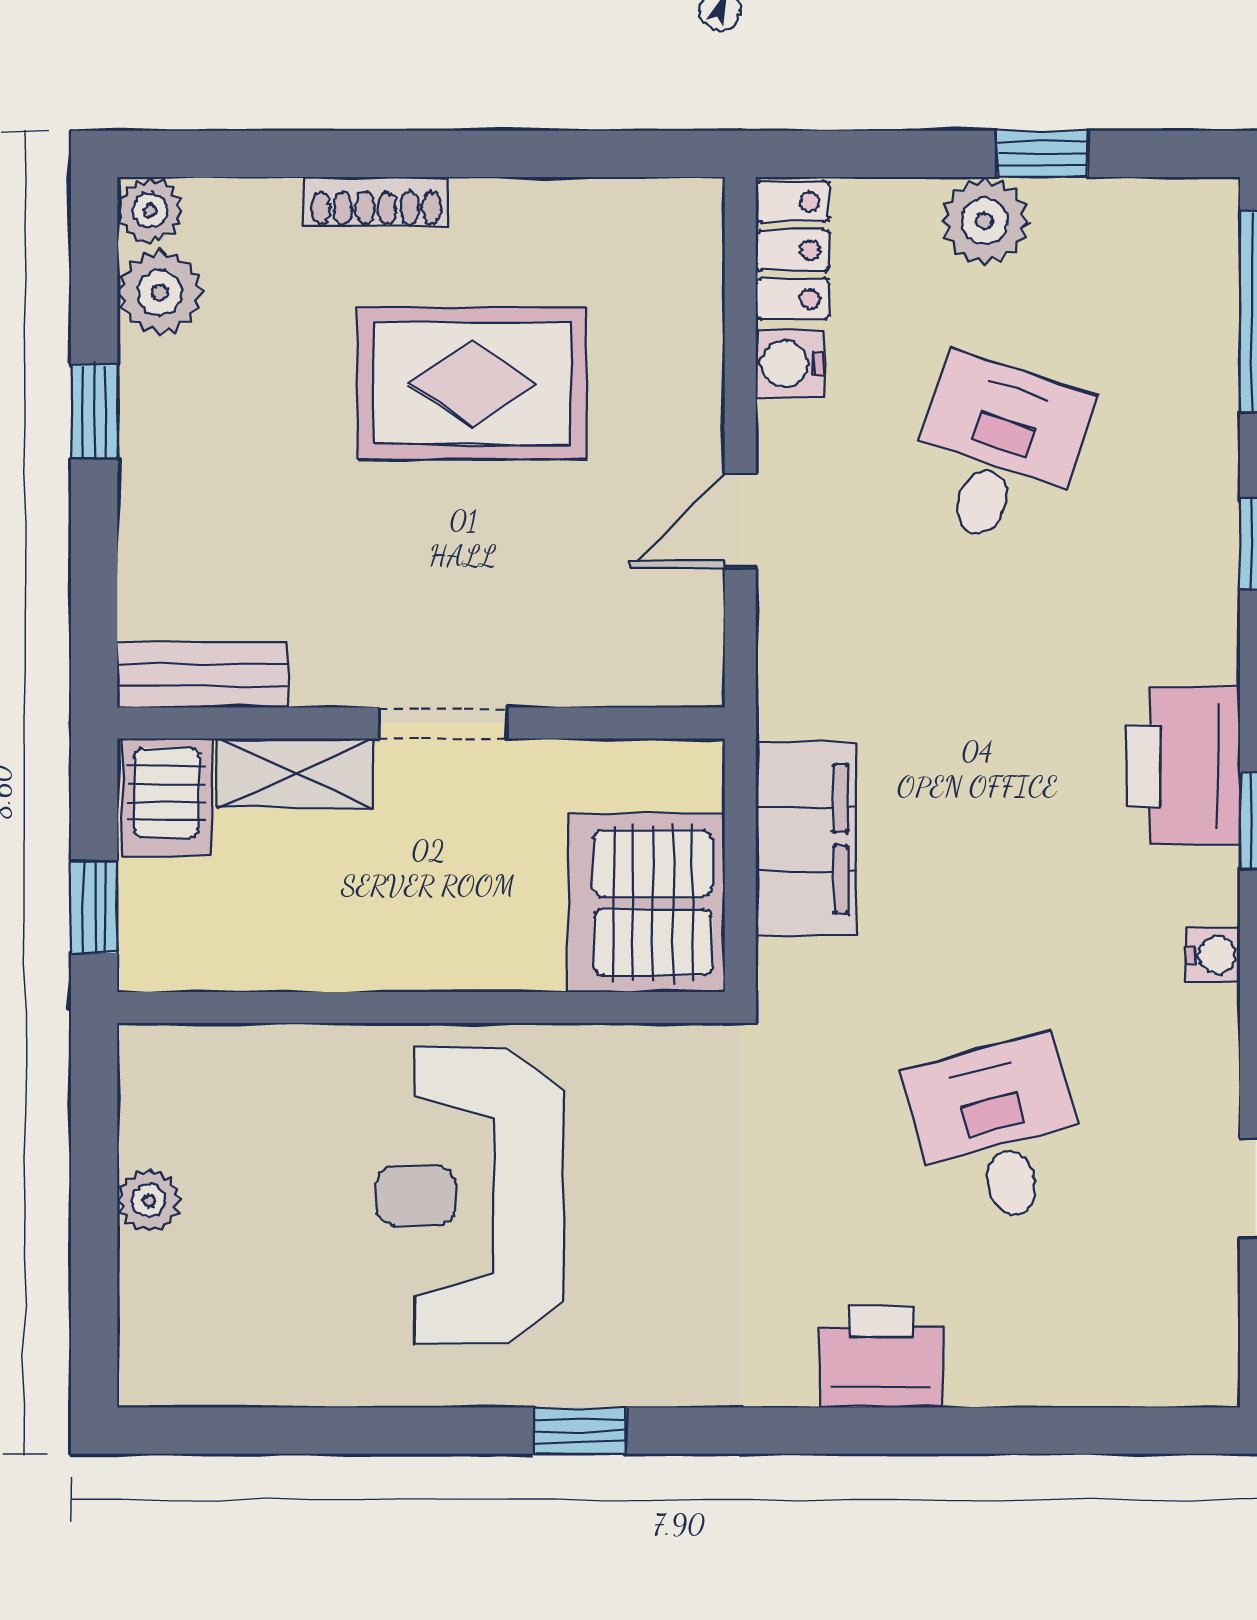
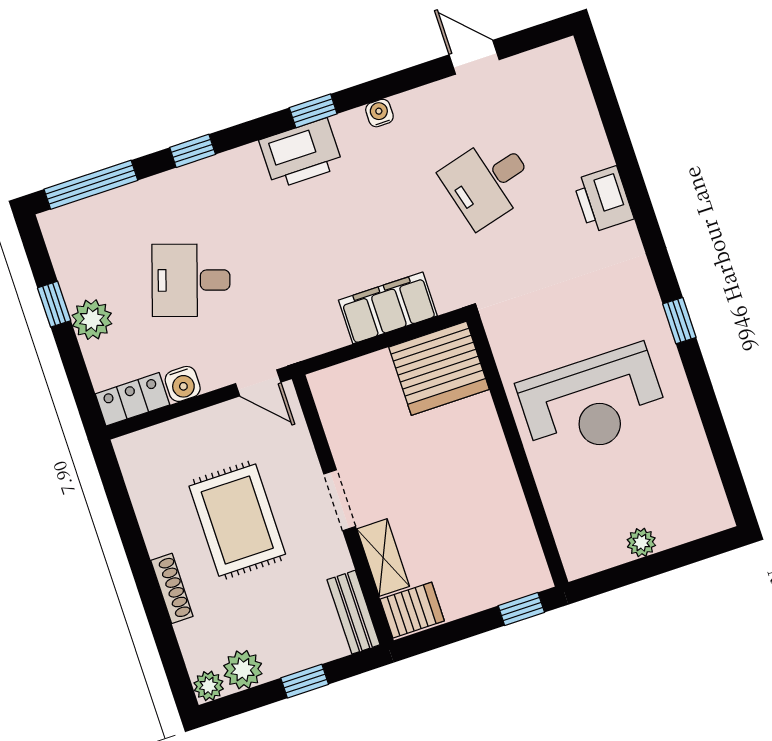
bench: (202, 675) -> (354, 612), moved
wall: (421, 723) -> (343, 510), moved
doorway: (443, 723) -> (340, 500), moved
shelving: (295, 773) -> (383, 558), moved
server rack: (167, 797) -> (412, 610), moved

